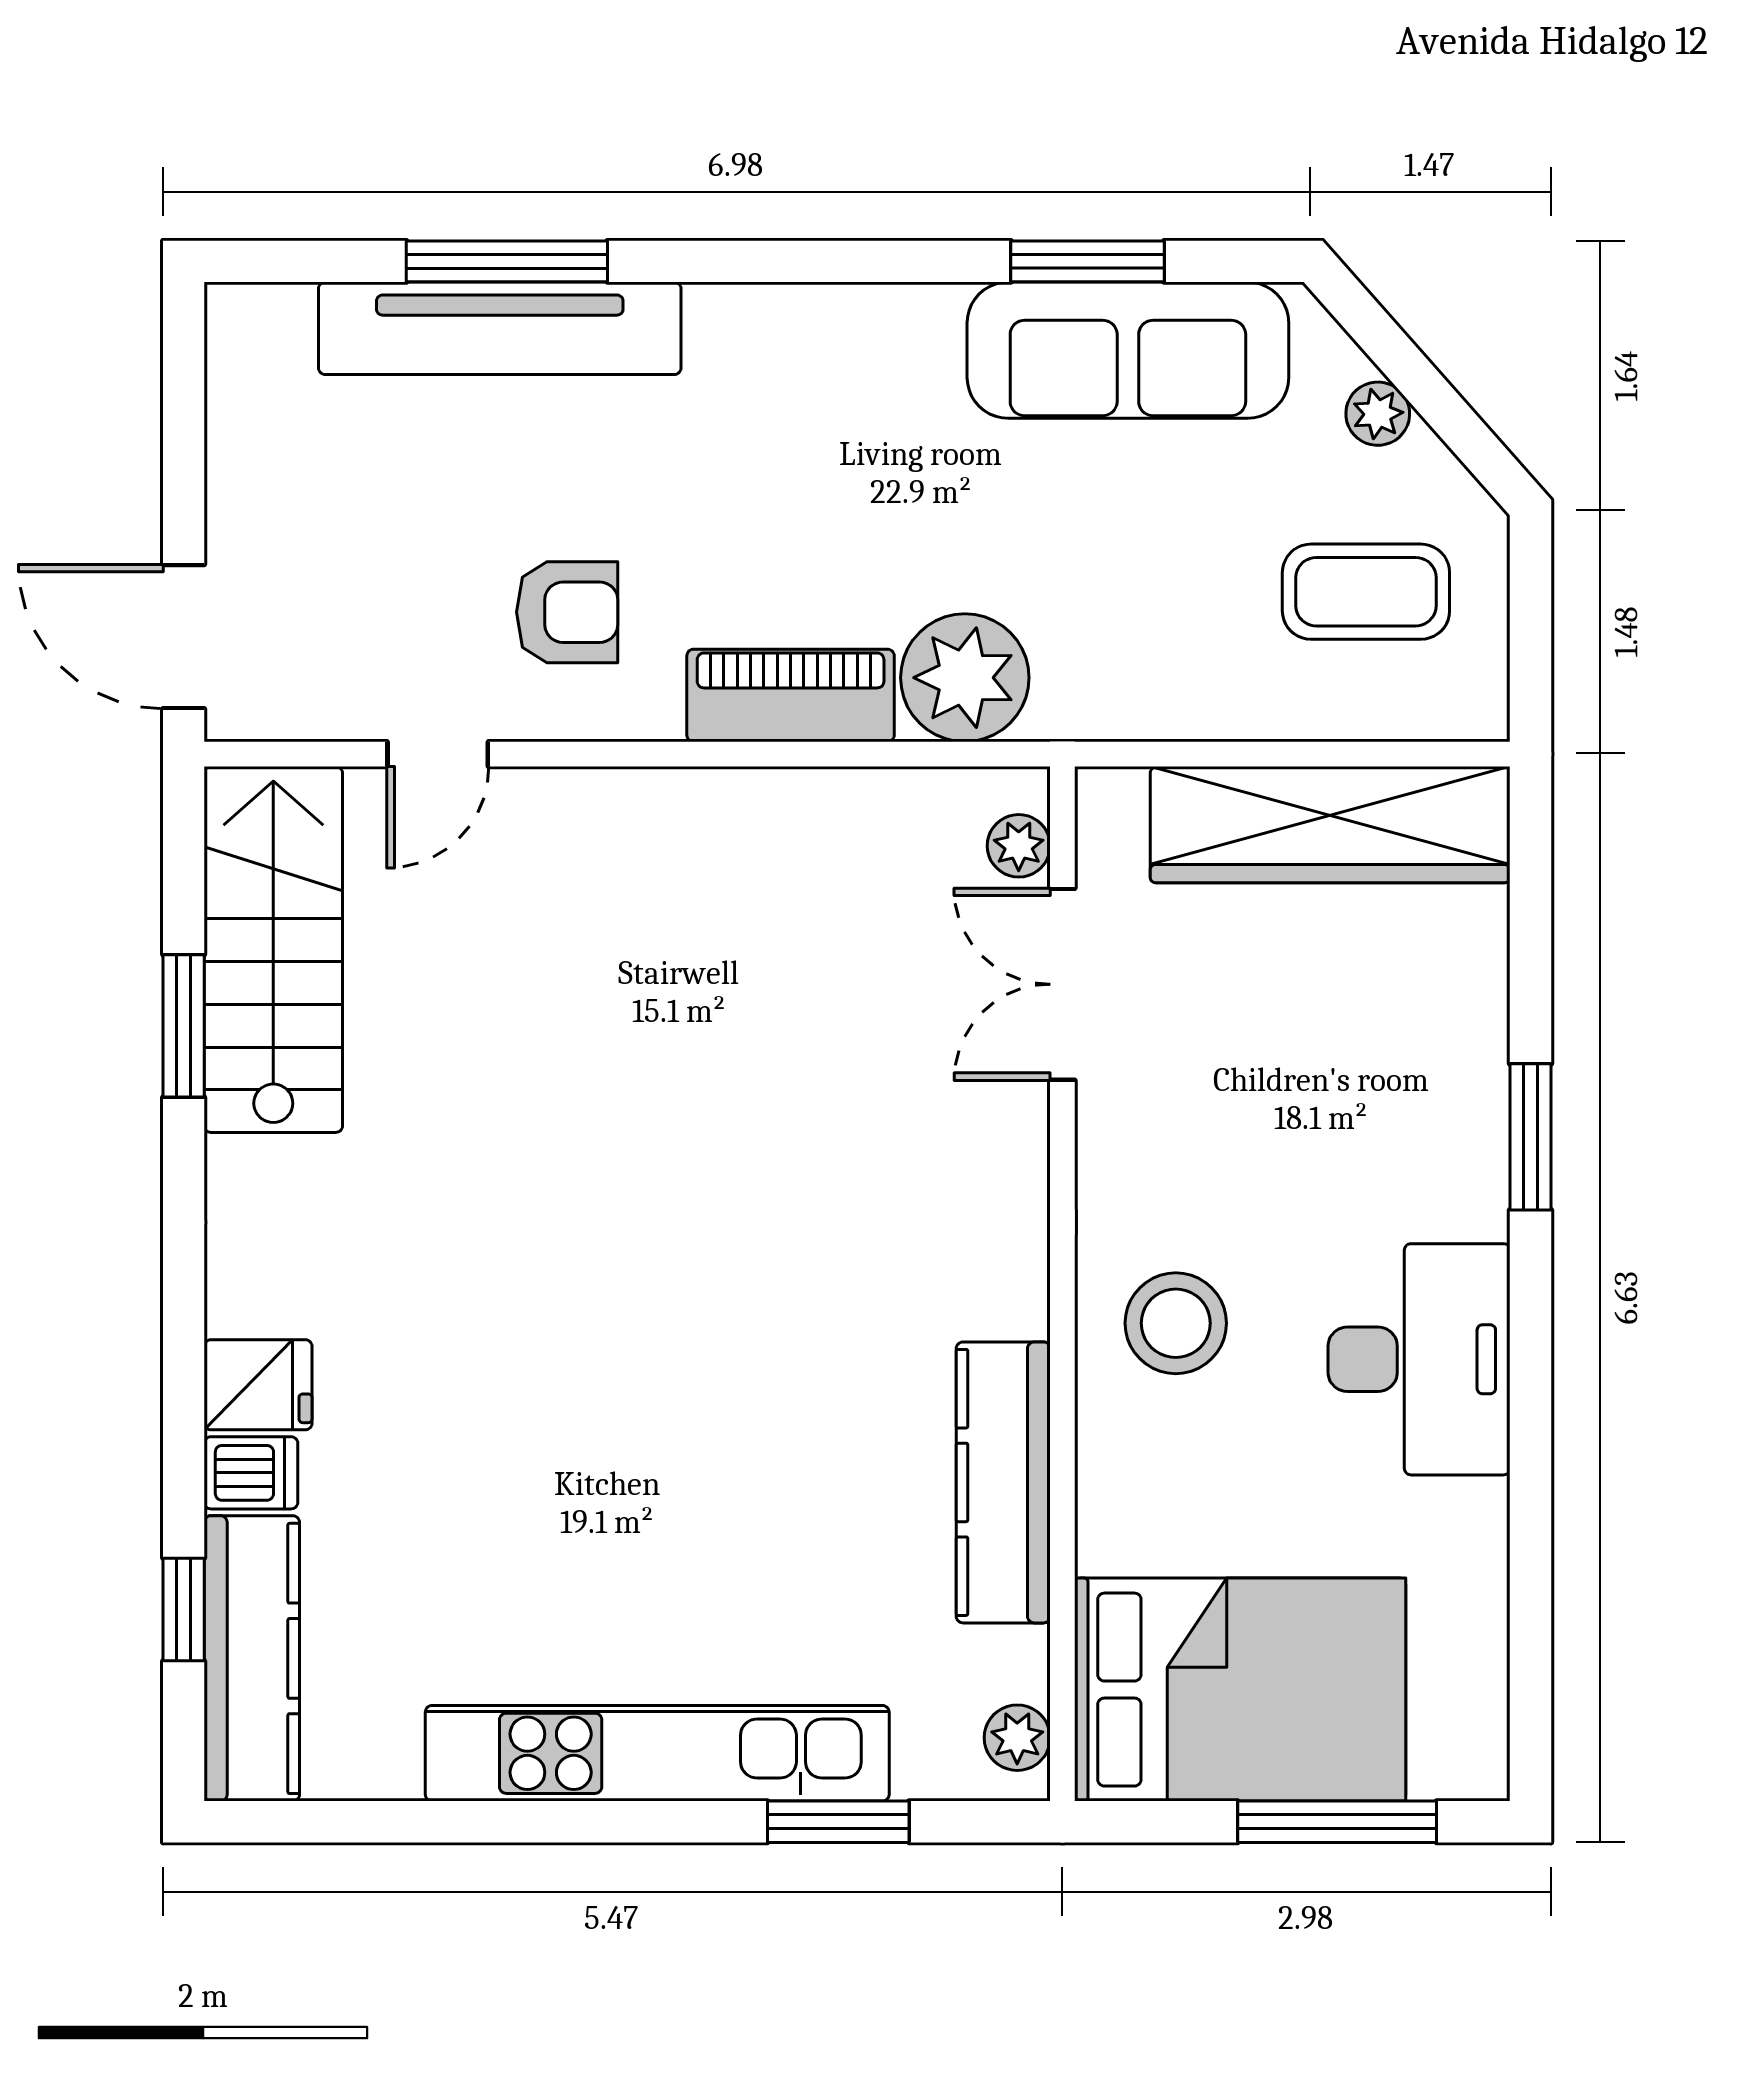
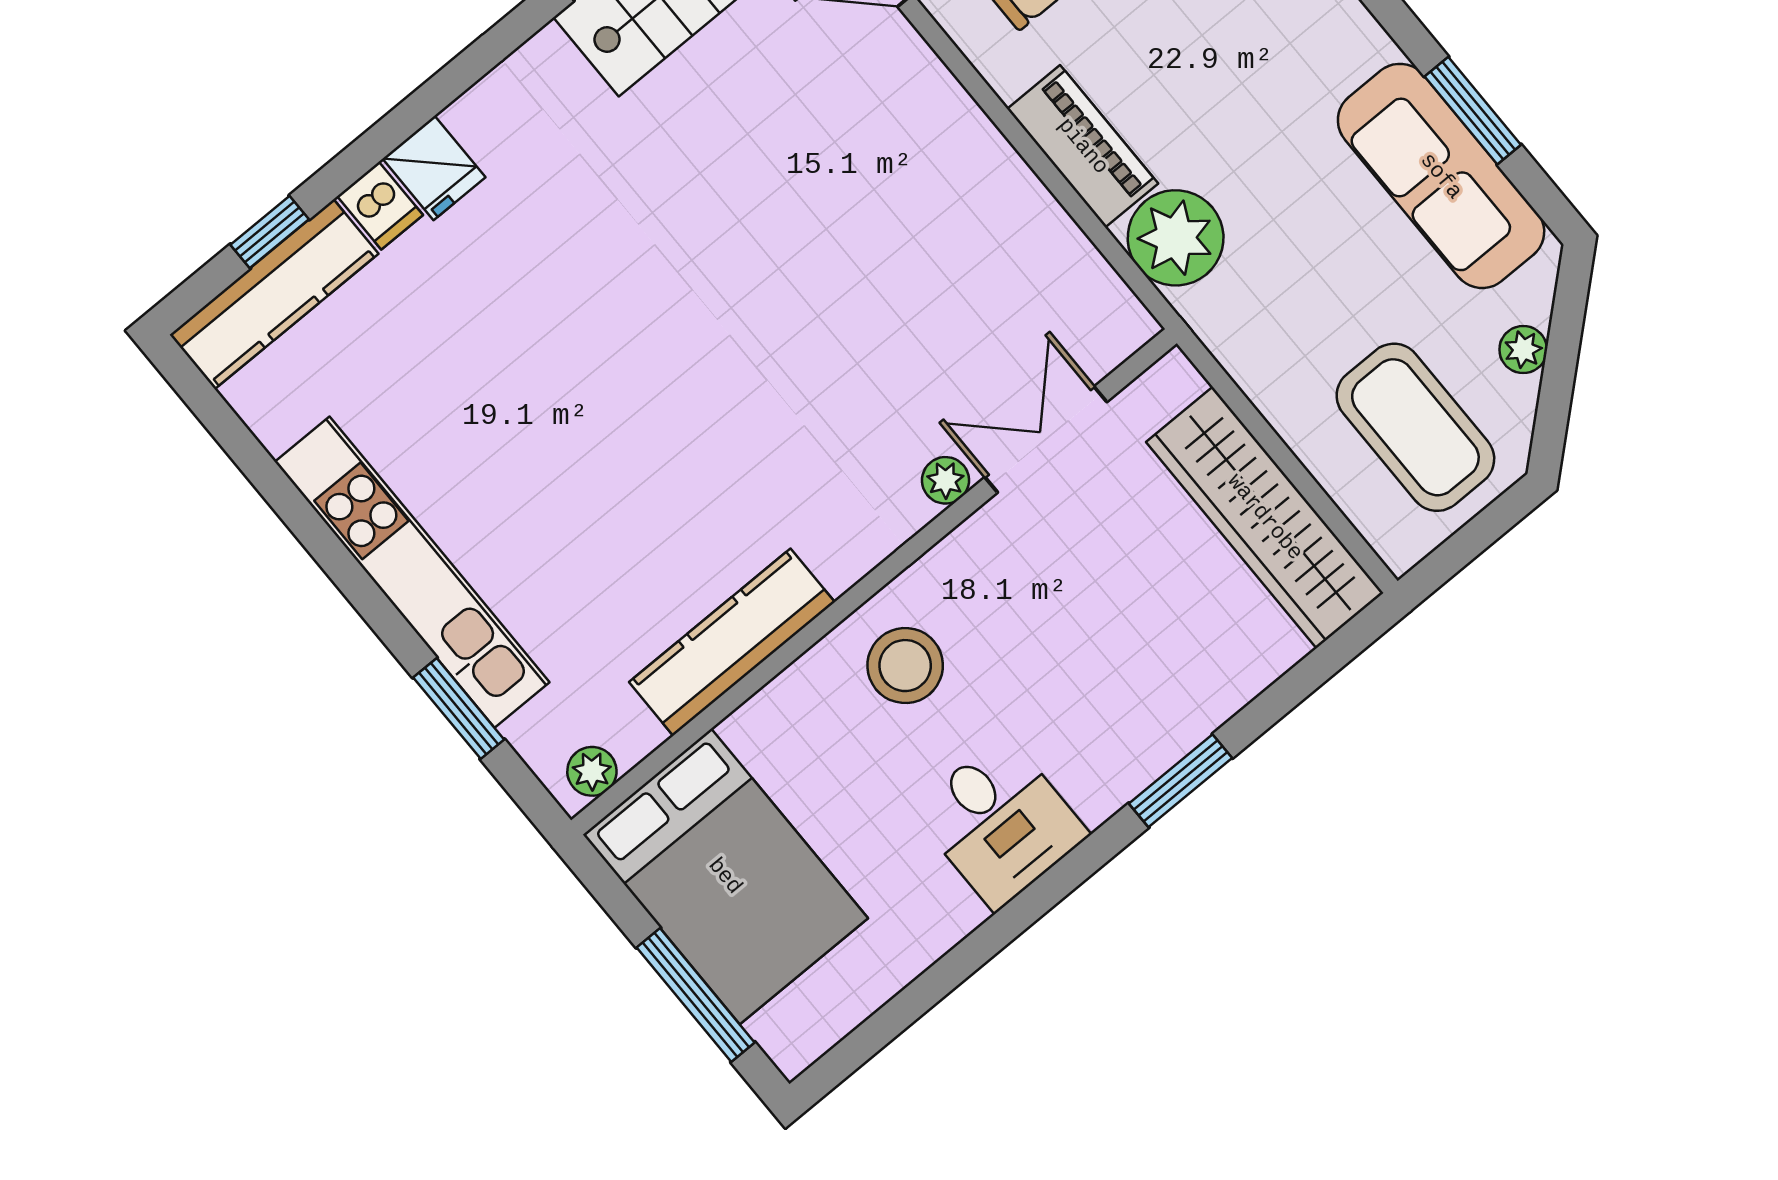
coffee table: (1366, 592) -> (1415, 427), width x1.36, depth x1.32
plant: (1019, 846) -> (945, 480), moved
desk: (1419, 1359) -> (1000, 822), width x0.73

